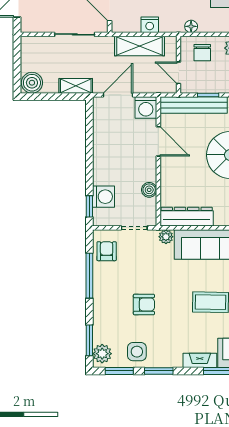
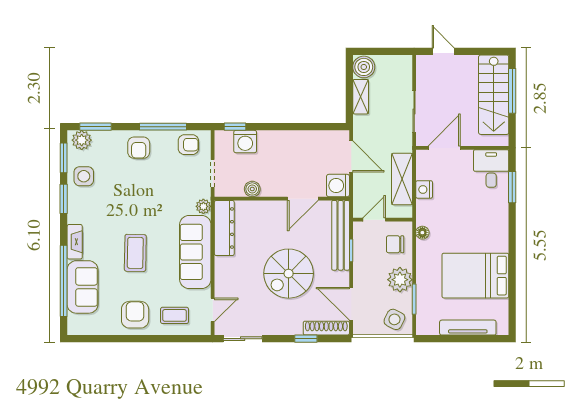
shelving: (76, 86) -> (361, 97), moved
armchair: (144, 304) -> (139, 148), moved

